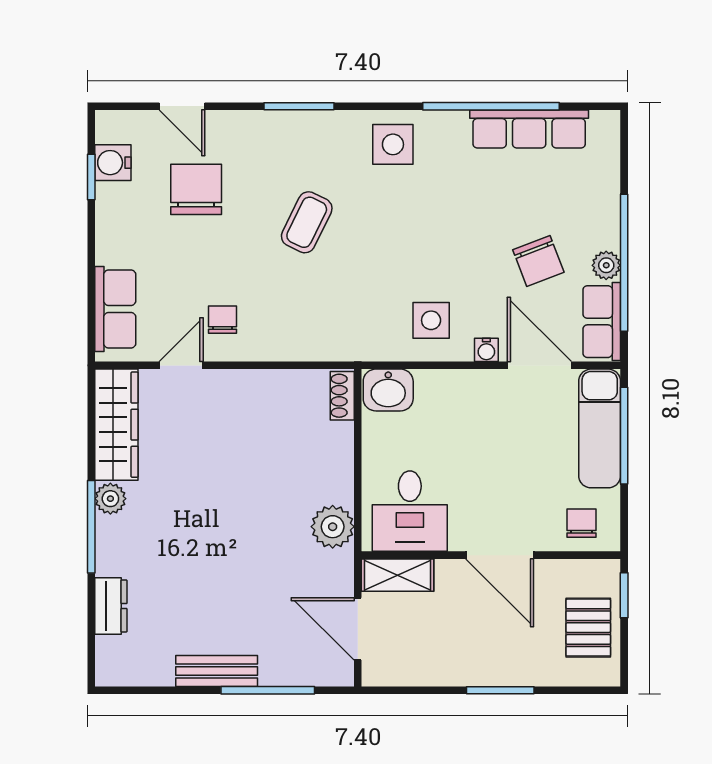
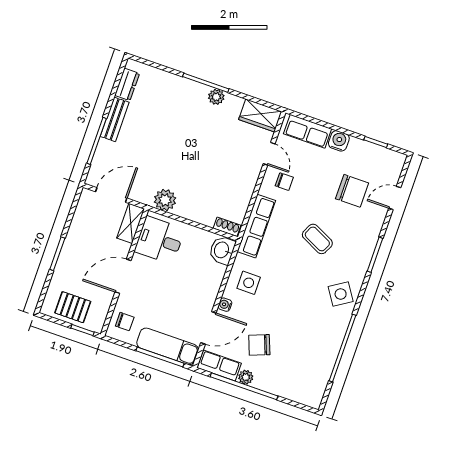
row of seats: (529, 129) -> (256, 226), moved, turned 180
side table: (393, 144) -> (341, 294), turned -33
water cooler: (113, 163) -> (339, 141), moved
wardrobe: (116, 425) -> (260, 115), width x0.67
dresser: (111, 606) -> (127, 84), moved, turned -90

